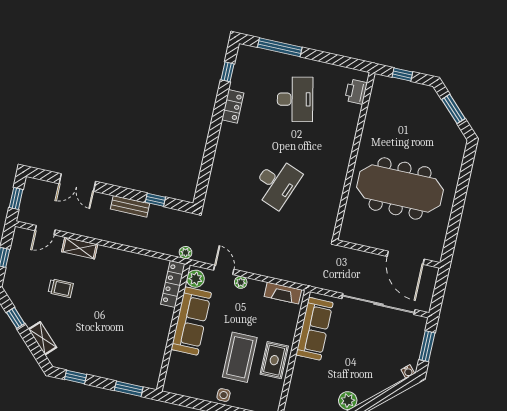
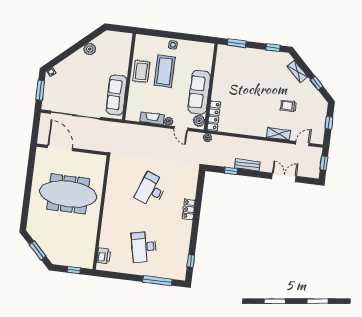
locker: (233, 106) -> (189, 209), moved
fireplace: (283, 293) -> (152, 118), moved

